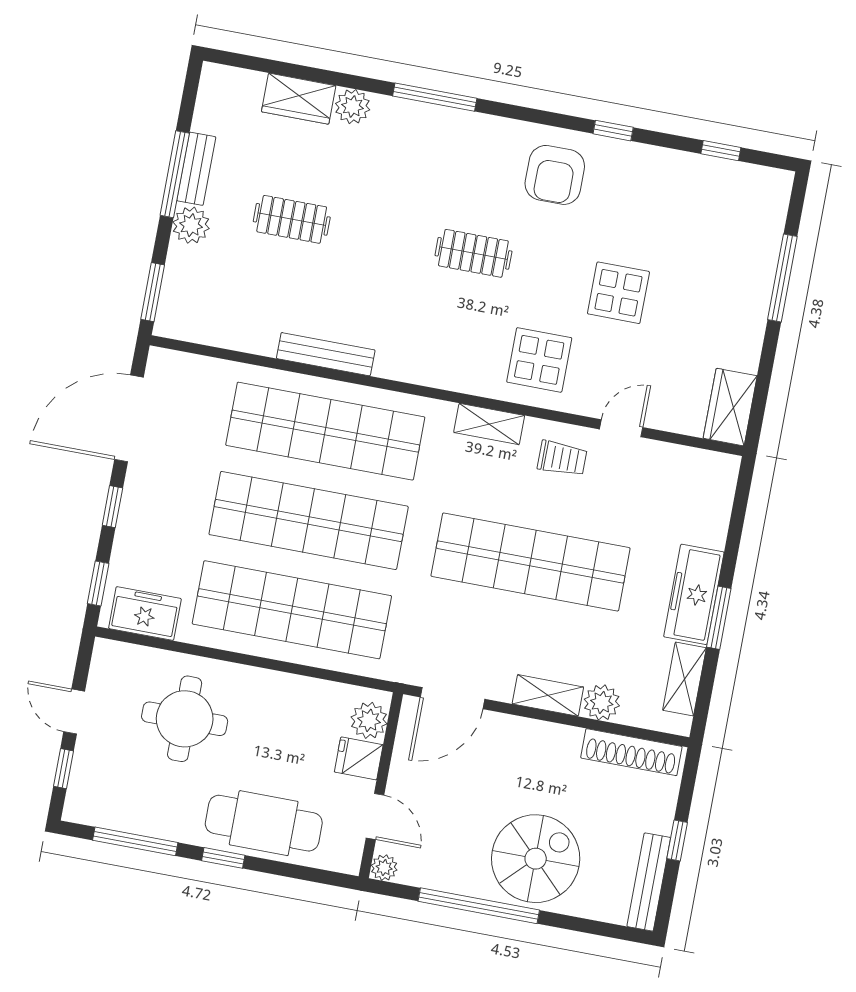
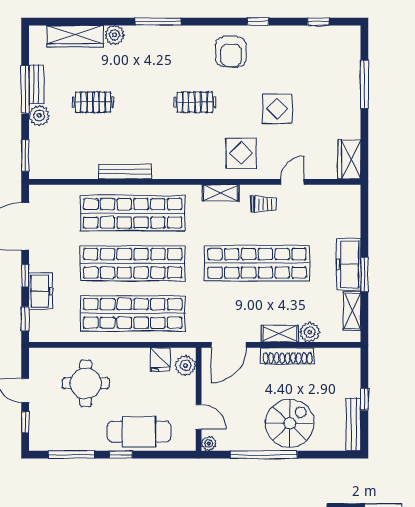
wardrobe: (299, 99) -> (75, 36), width x1.50
freezer: (145, 614) -> (41, 291), moved, turned 90
shoe rack: (631, 752) -> (288, 356), moved
fridge: (359, 758) -> (160, 360), moved, turned -90

